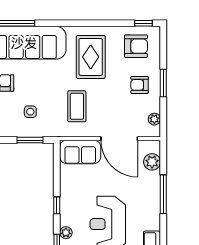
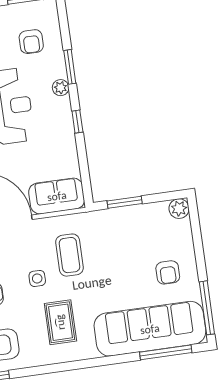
rug: (91, 57) -> (60, 322), width x0.73, depth x0.70
side table: (30, 112) -> (37, 278), moved

